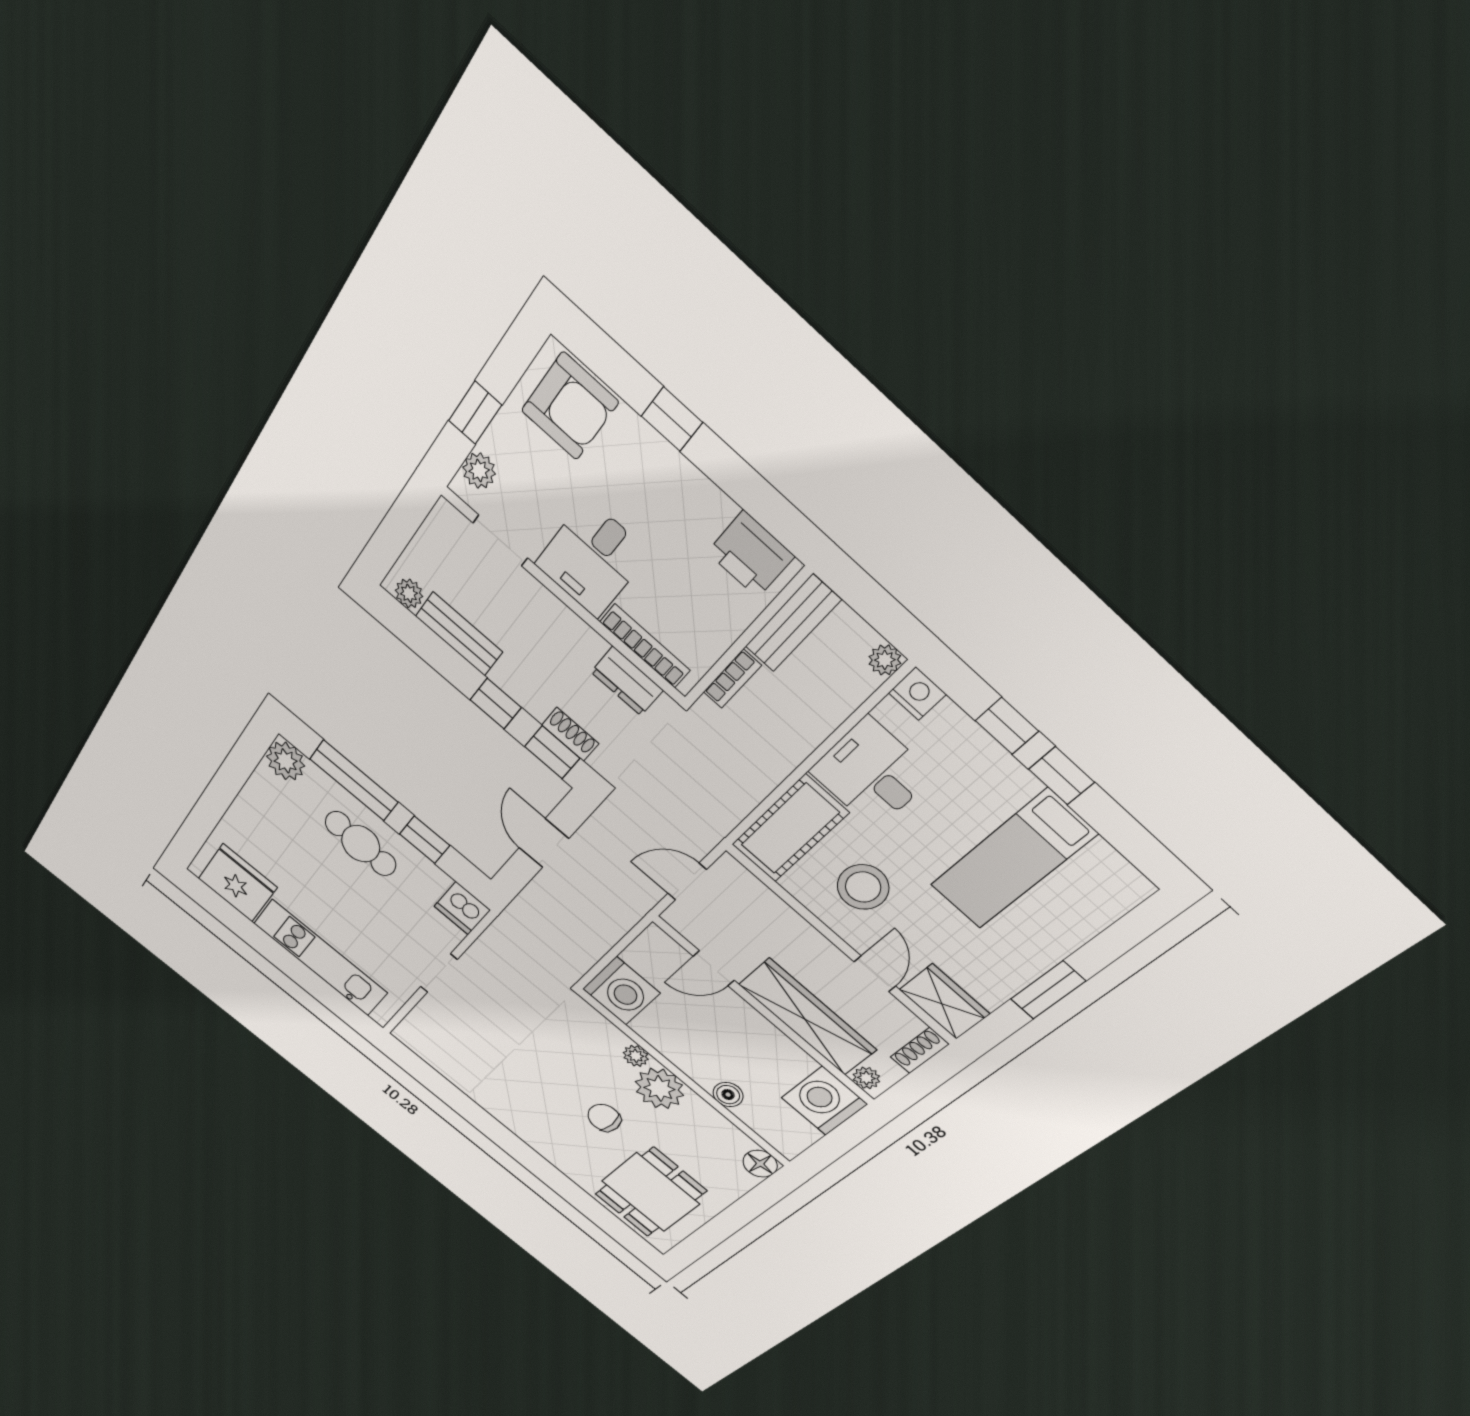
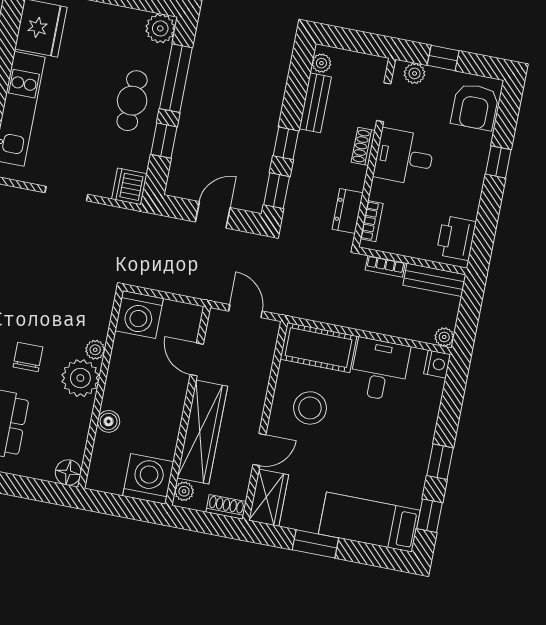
bookcase: (645, 646) -> (372, 221), width x0.64
window: (1007, 726) -> (430, 516), moved
shoe rack: (570, 734) -> (363, 146), moved, turned 180
bed: (1013, 860) -> (369, 522), moved

